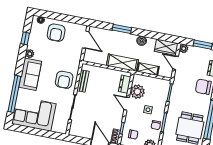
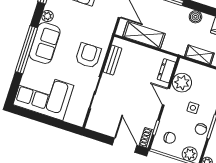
shelving: (122, 63) -> (144, 35), moved
armchair: (64, 80) -> (88, 56), turned 180
window: (14, 94) -> (26, 50), moved

